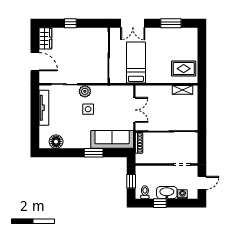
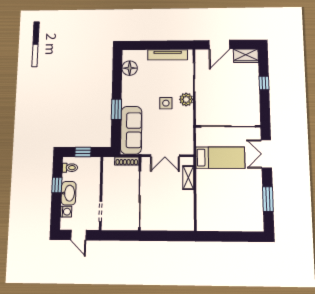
rug: (184, 69) -> (214, 214), removed
shelving: (183, 90) -> (188, 178), moved

